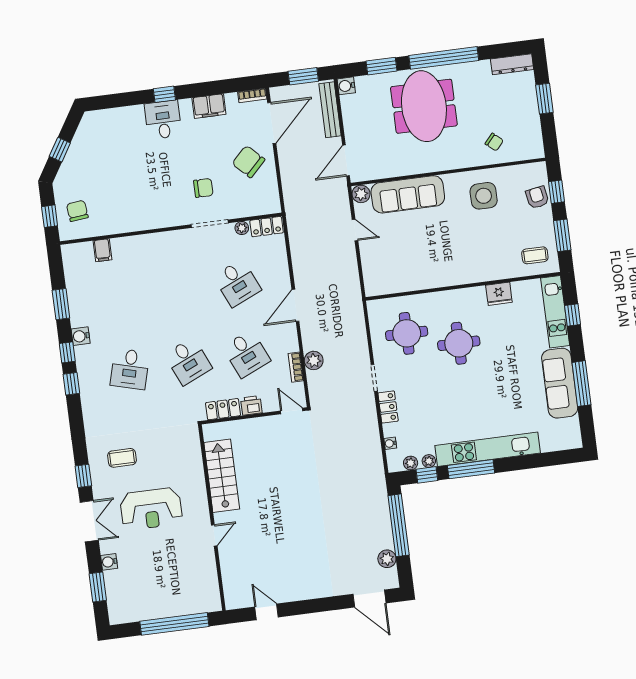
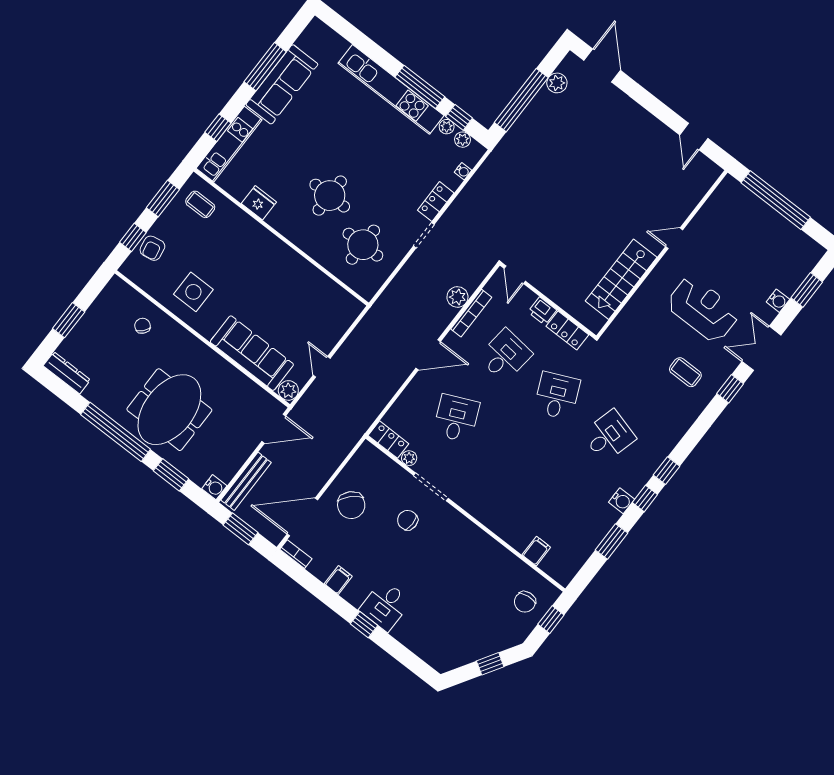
filing cabinet: (209, 106) -> (338, 580), width x0.50
desk: (246, 354) -> (505, 355), turned 30
bookcase: (296, 367) -> (471, 313), width x1.56

